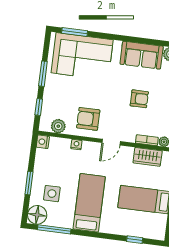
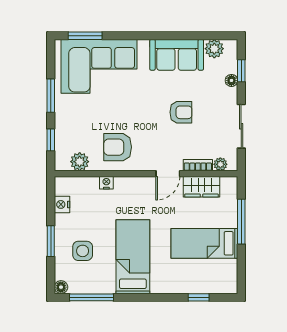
nightstand: (43, 142) -> (62, 204), moved
door: (111, 142) -> (168, 174), moved
floor lamp: (37, 215) -> (61, 287), width x0.53, depth x0.53

